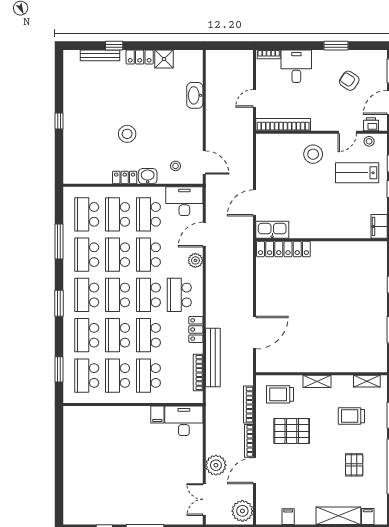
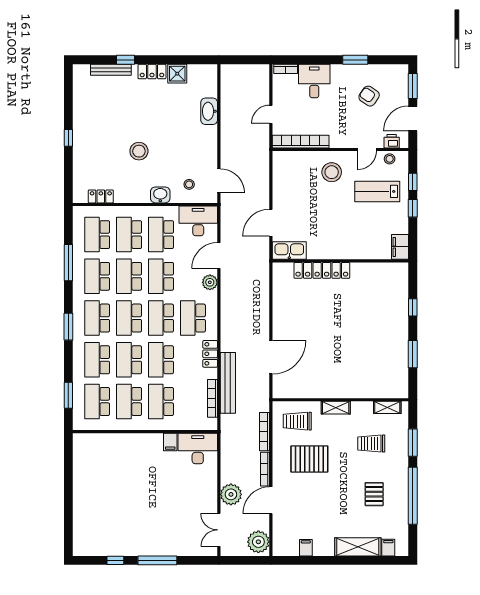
locker: (125, 178) -> (101, 196), moved
locker: (283, 249) -> (322, 270), moved

